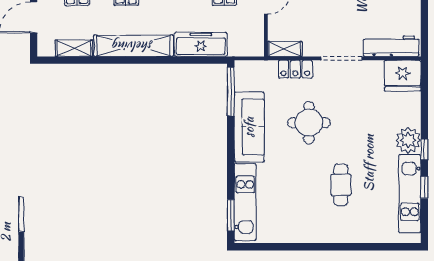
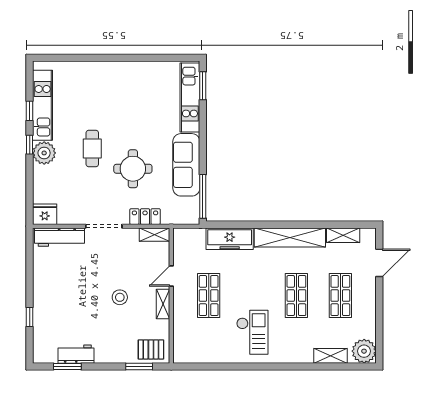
fridge: (403, 76) -> (45, 214), width x0.73, depth x0.75
cafe table: (341, 185) -> (92, 149), moved

